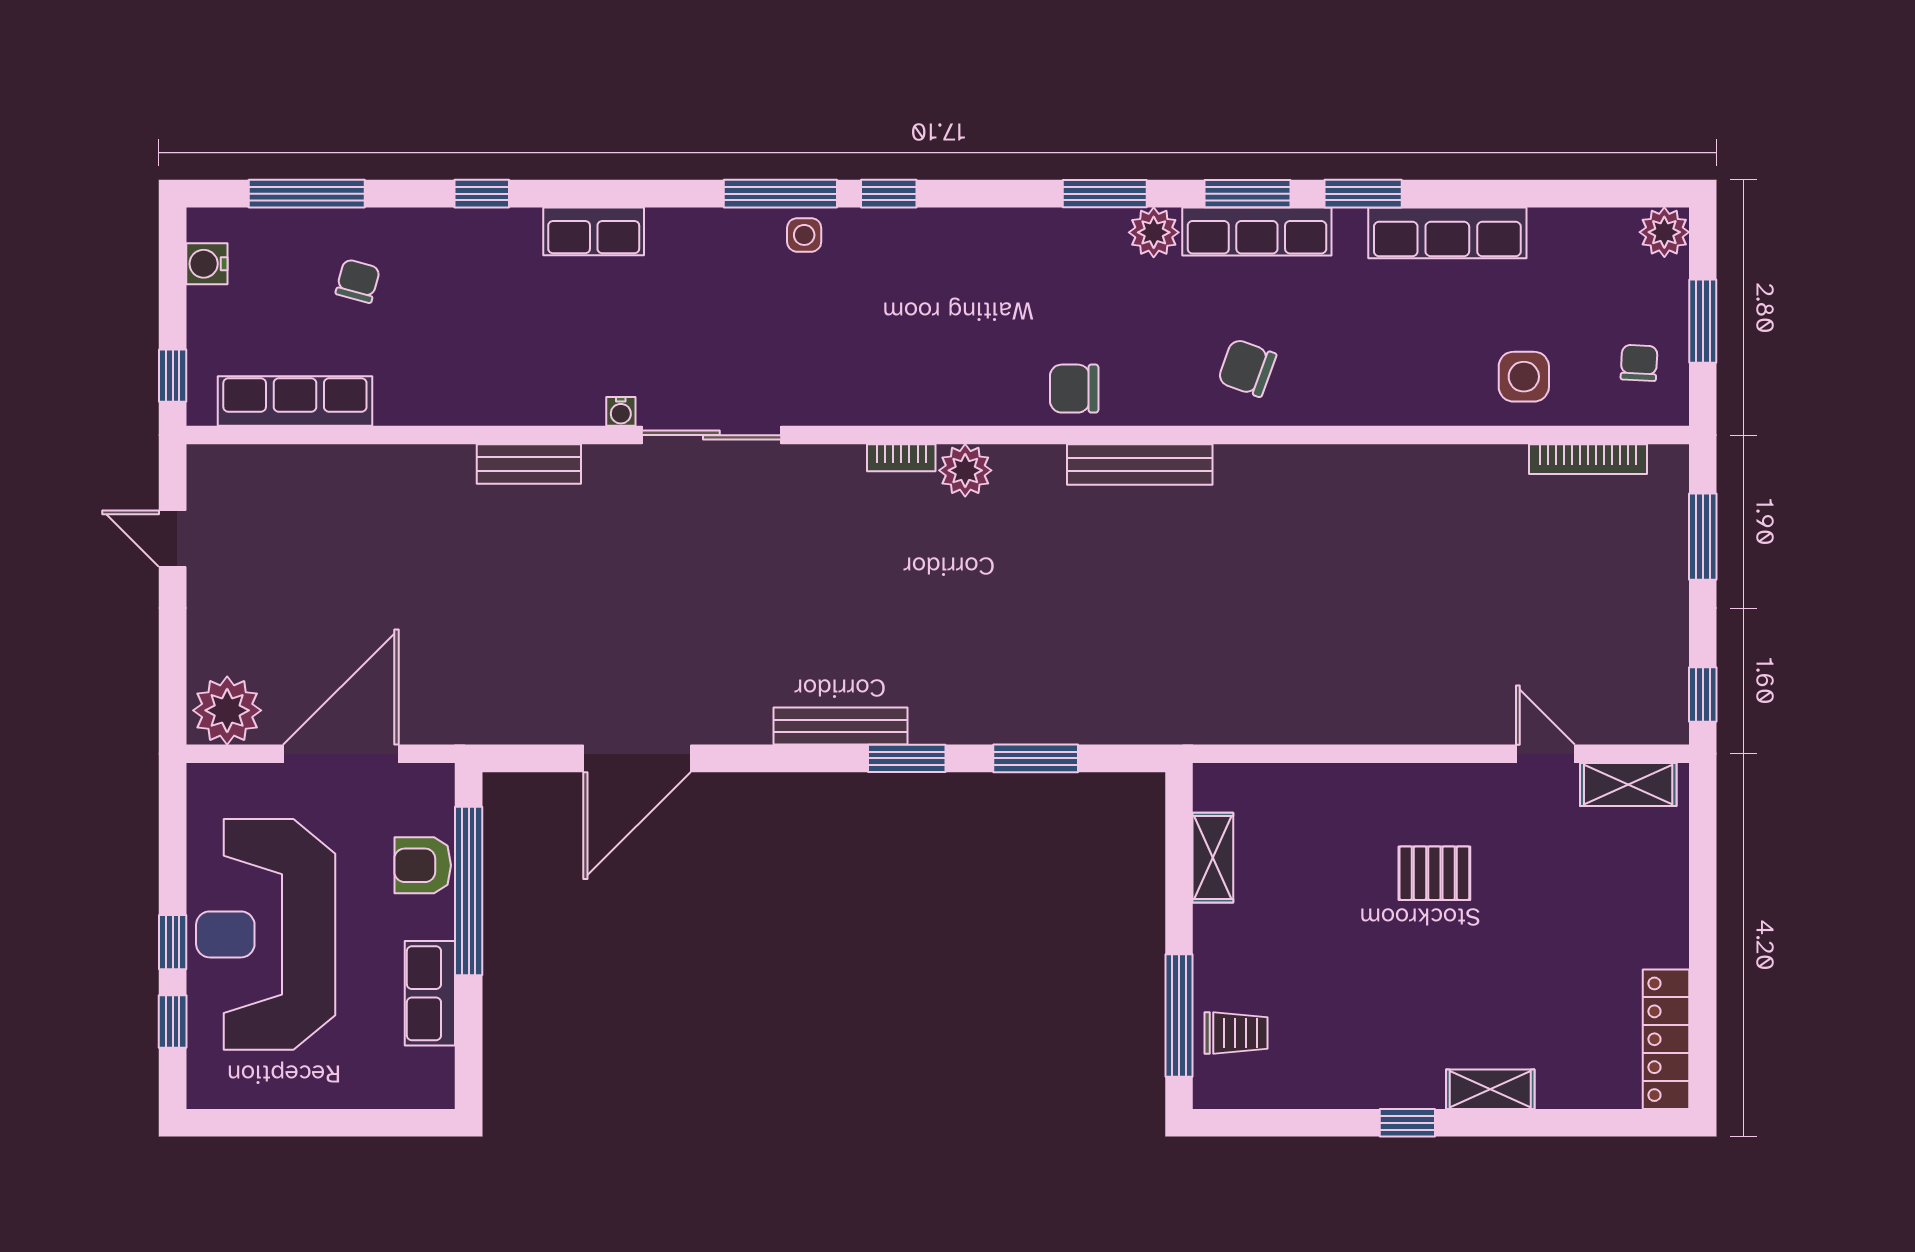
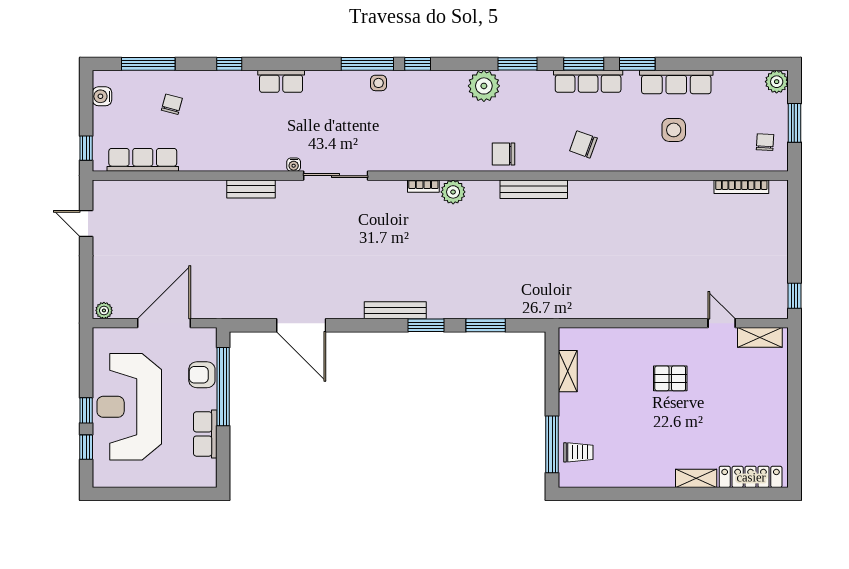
plant: (1154, 232) -> (484, 86), moved, width x1.36, depth x1.36
side table: (1524, 377) -> (674, 130), moved
window: (1703, 537) -> (794, 223), removed
plant: (227, 710) -> (104, 310), width x0.53, depth x0.53
door: (637, 758) -> (301, 325), hinge flipped
locker: (1666, 1039) -> (751, 477), moved, turned 90
window: (1407, 1123) -> (658, 494), removed

